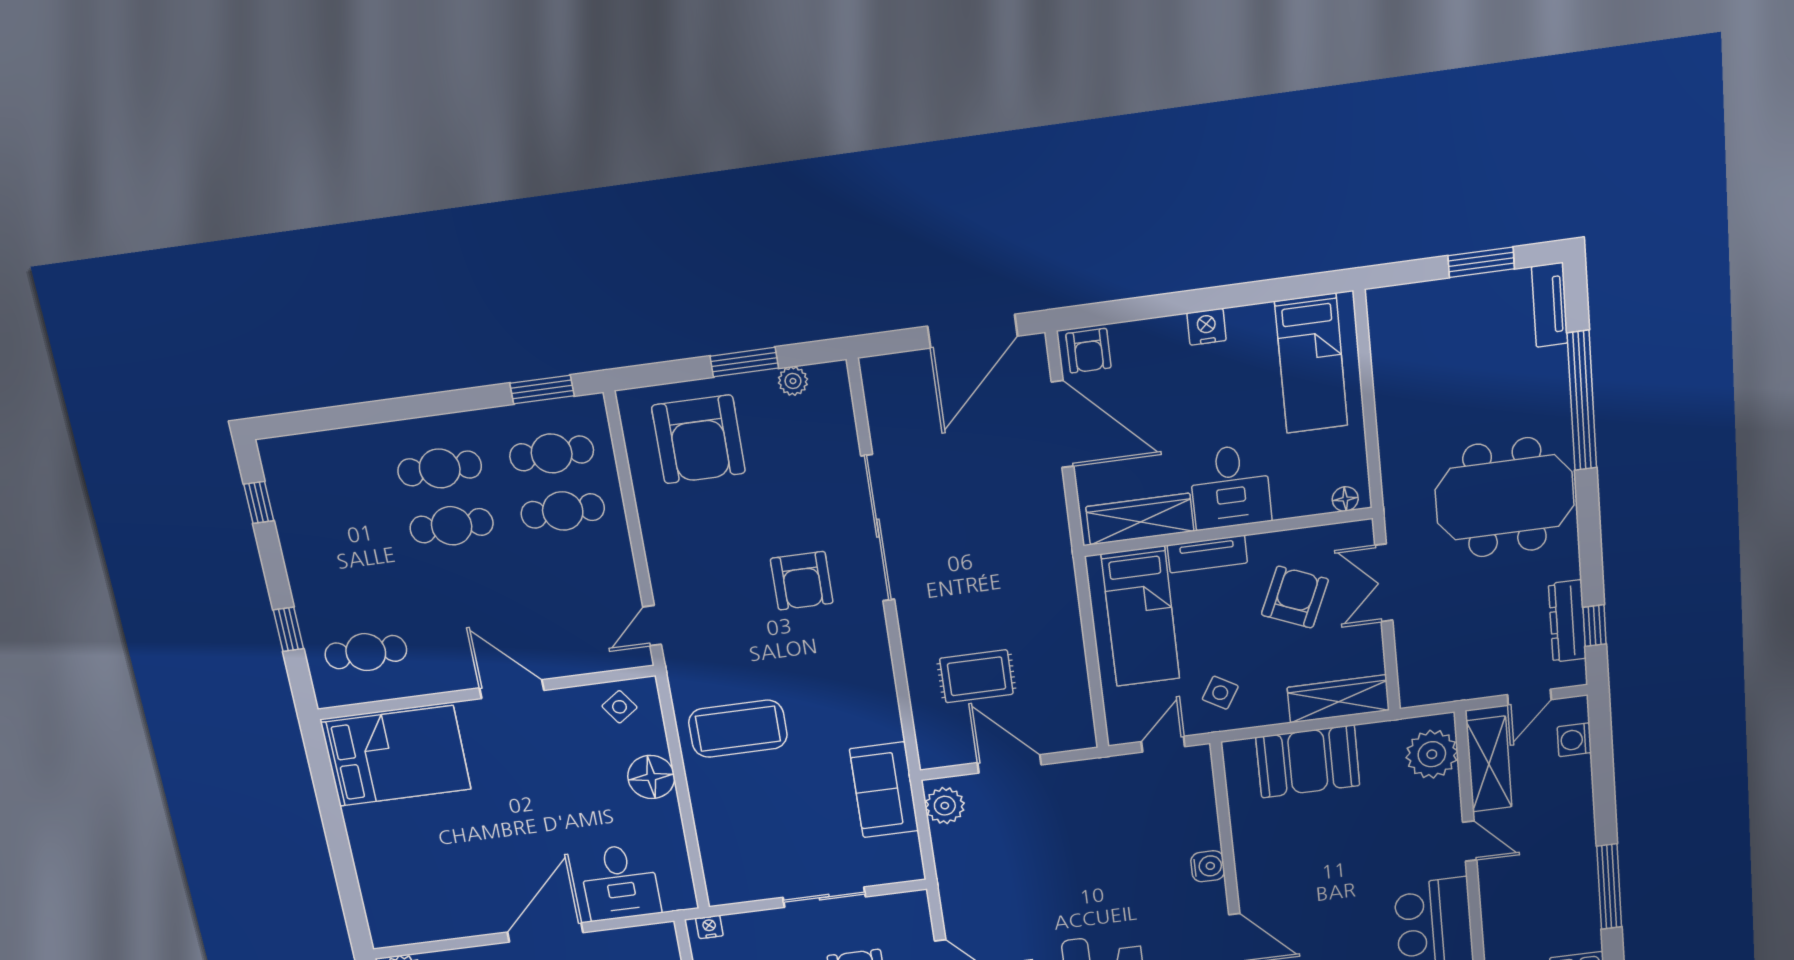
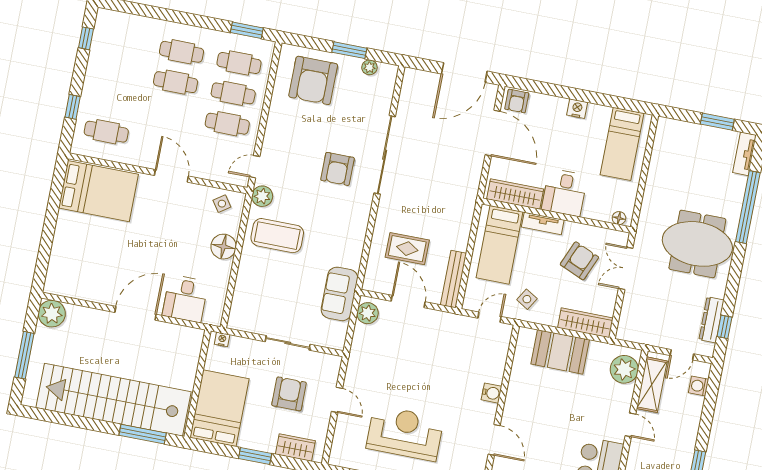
cafe table: (574, 568) -> (227, 124), added
plant: (685, 671) -> (262, 196), added
bench: (1077, 701) -> (454, 279), added

